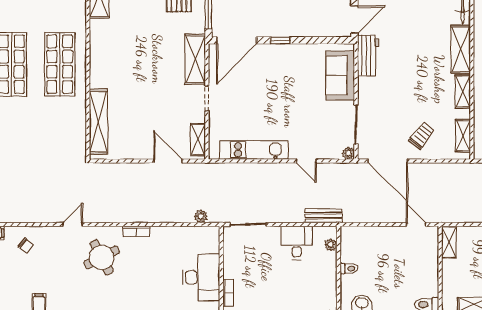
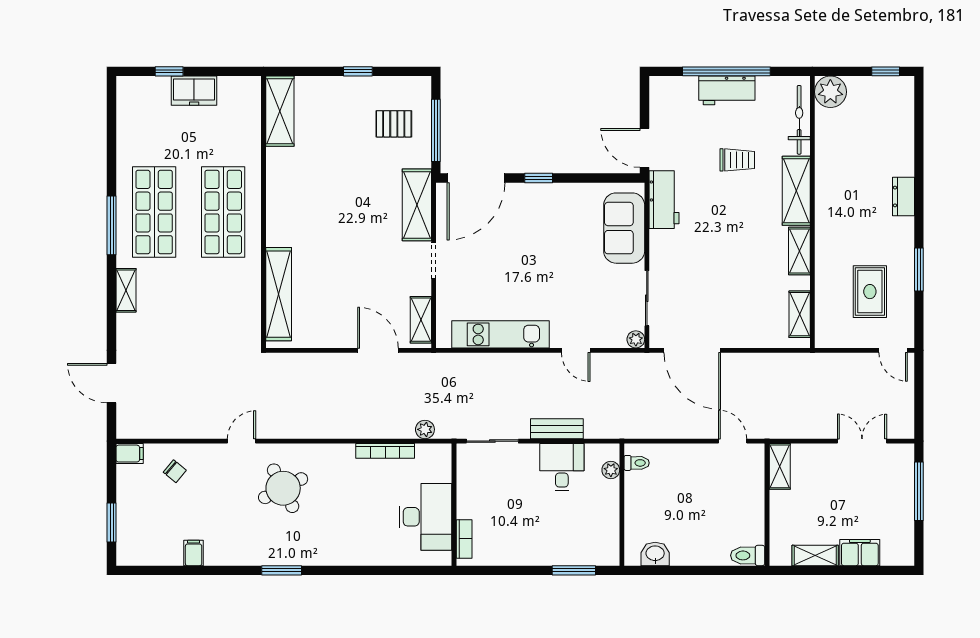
door: (354, 19) -> (645, 148), swing flipped
trolley: (422, 135) -> (737, 160), moved, turned 52
bench: (324, 216) -> (557, 429), moved
bookcase: (136, 231) -> (385, 451), moved, width x1.56
toilet: (349, 268) -> (637, 463), moved

